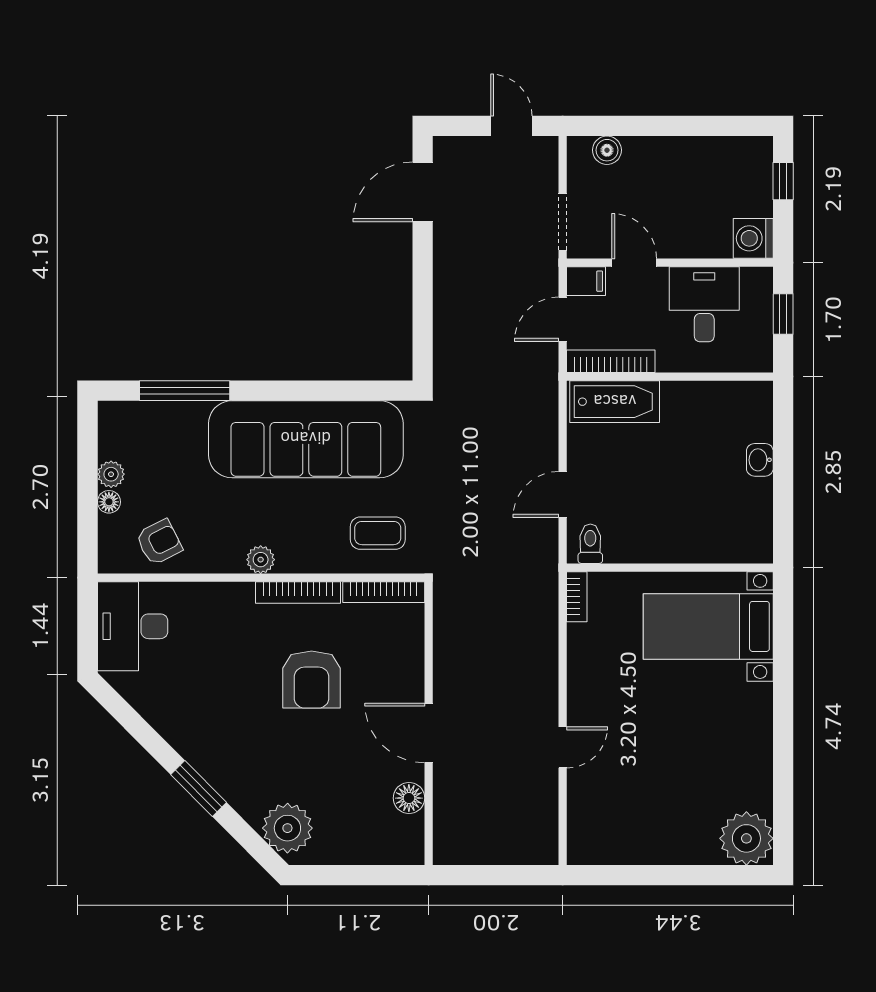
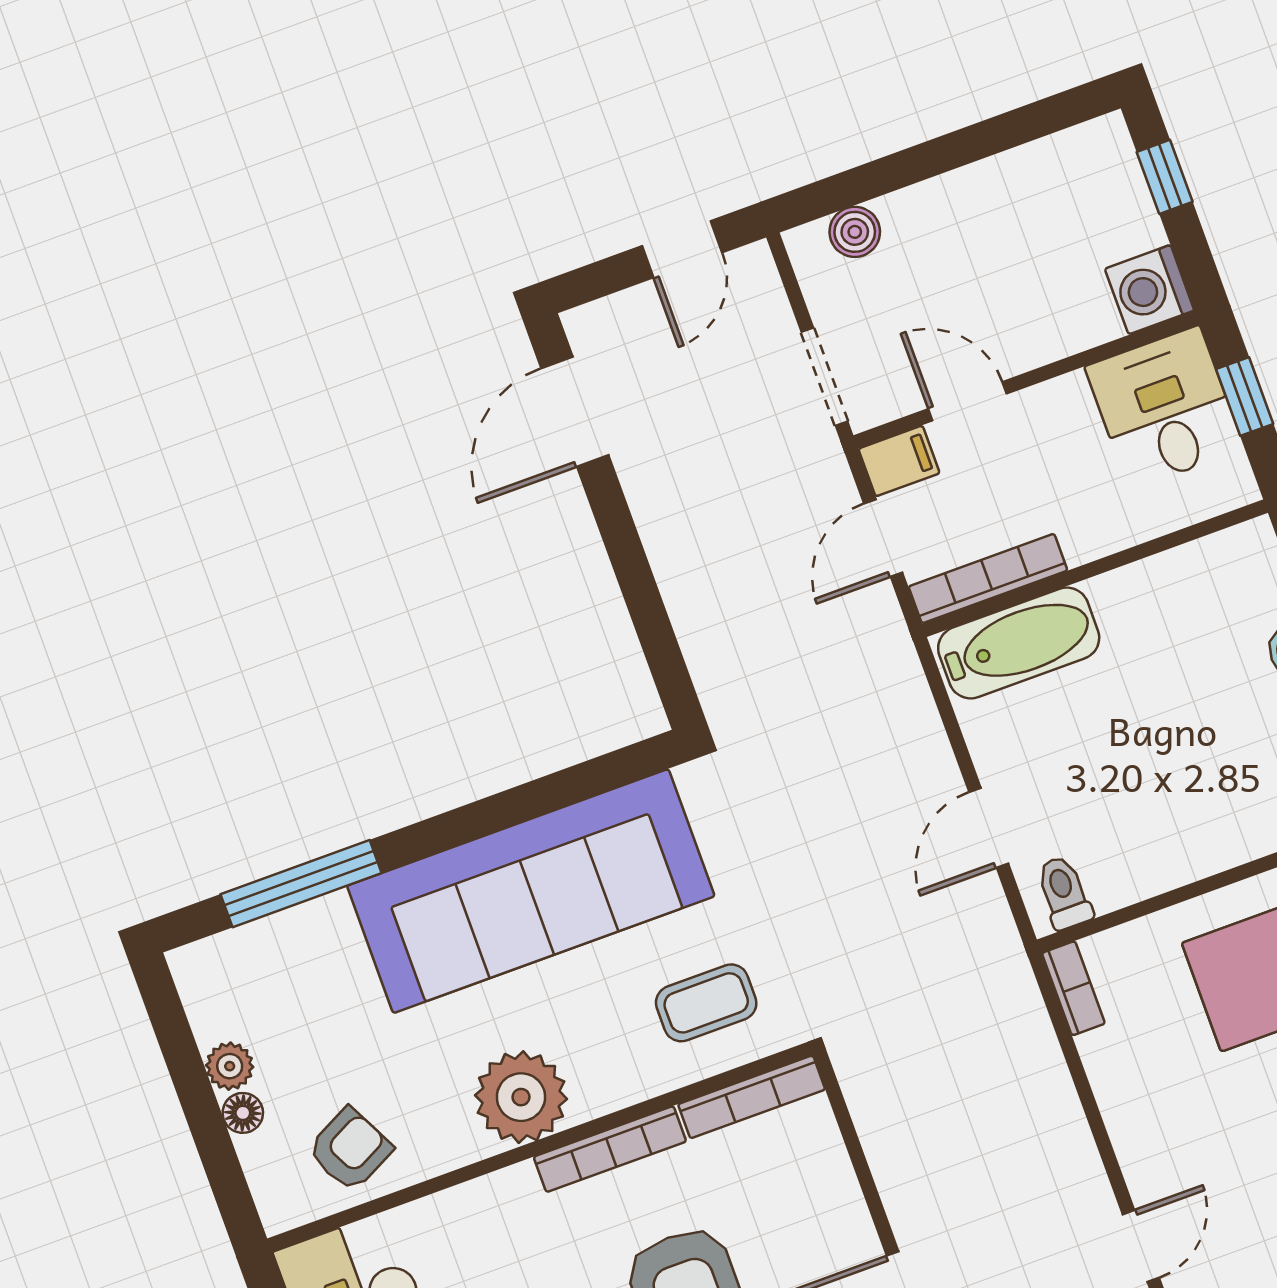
door: (511, 126) -> (682, 249), swing flipped
desk: (704, 304) -> (1164, 408), moved
plant: (261, 560) -> (521, 1097), width x1.88, depth x1.88

